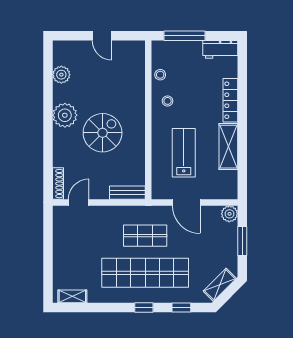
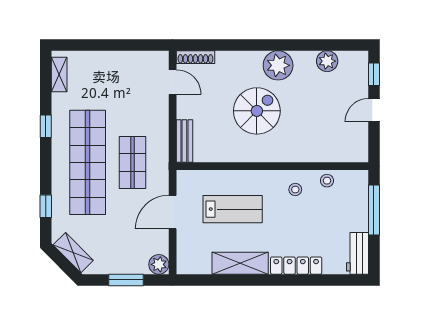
window: (72, 36) -> (374, 74), added
spiral stairs: (103, 133) -> (257, 111), turned -90
window: (144, 307) -> (46, 126), moved

